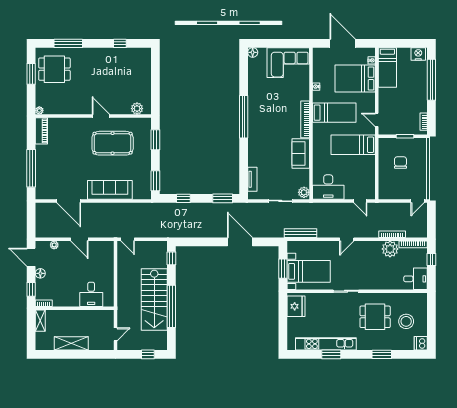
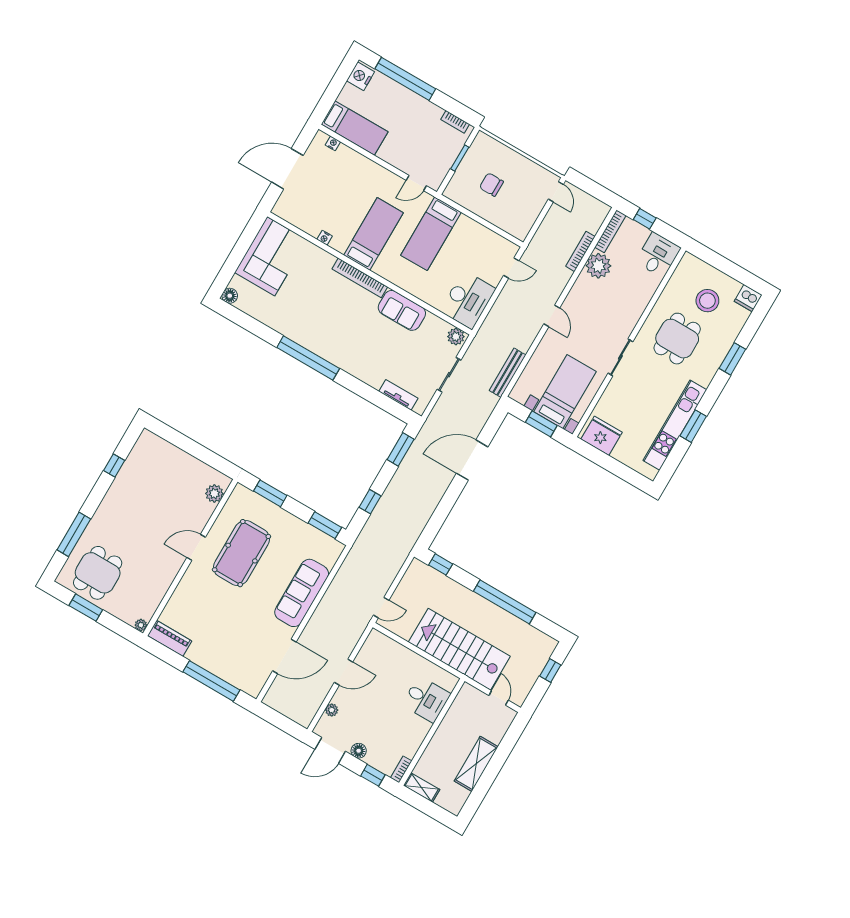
bed: (355, 78) -> (344, 180), removed
stairs: (154, 300) -> (459, 649), moved, turned 180

